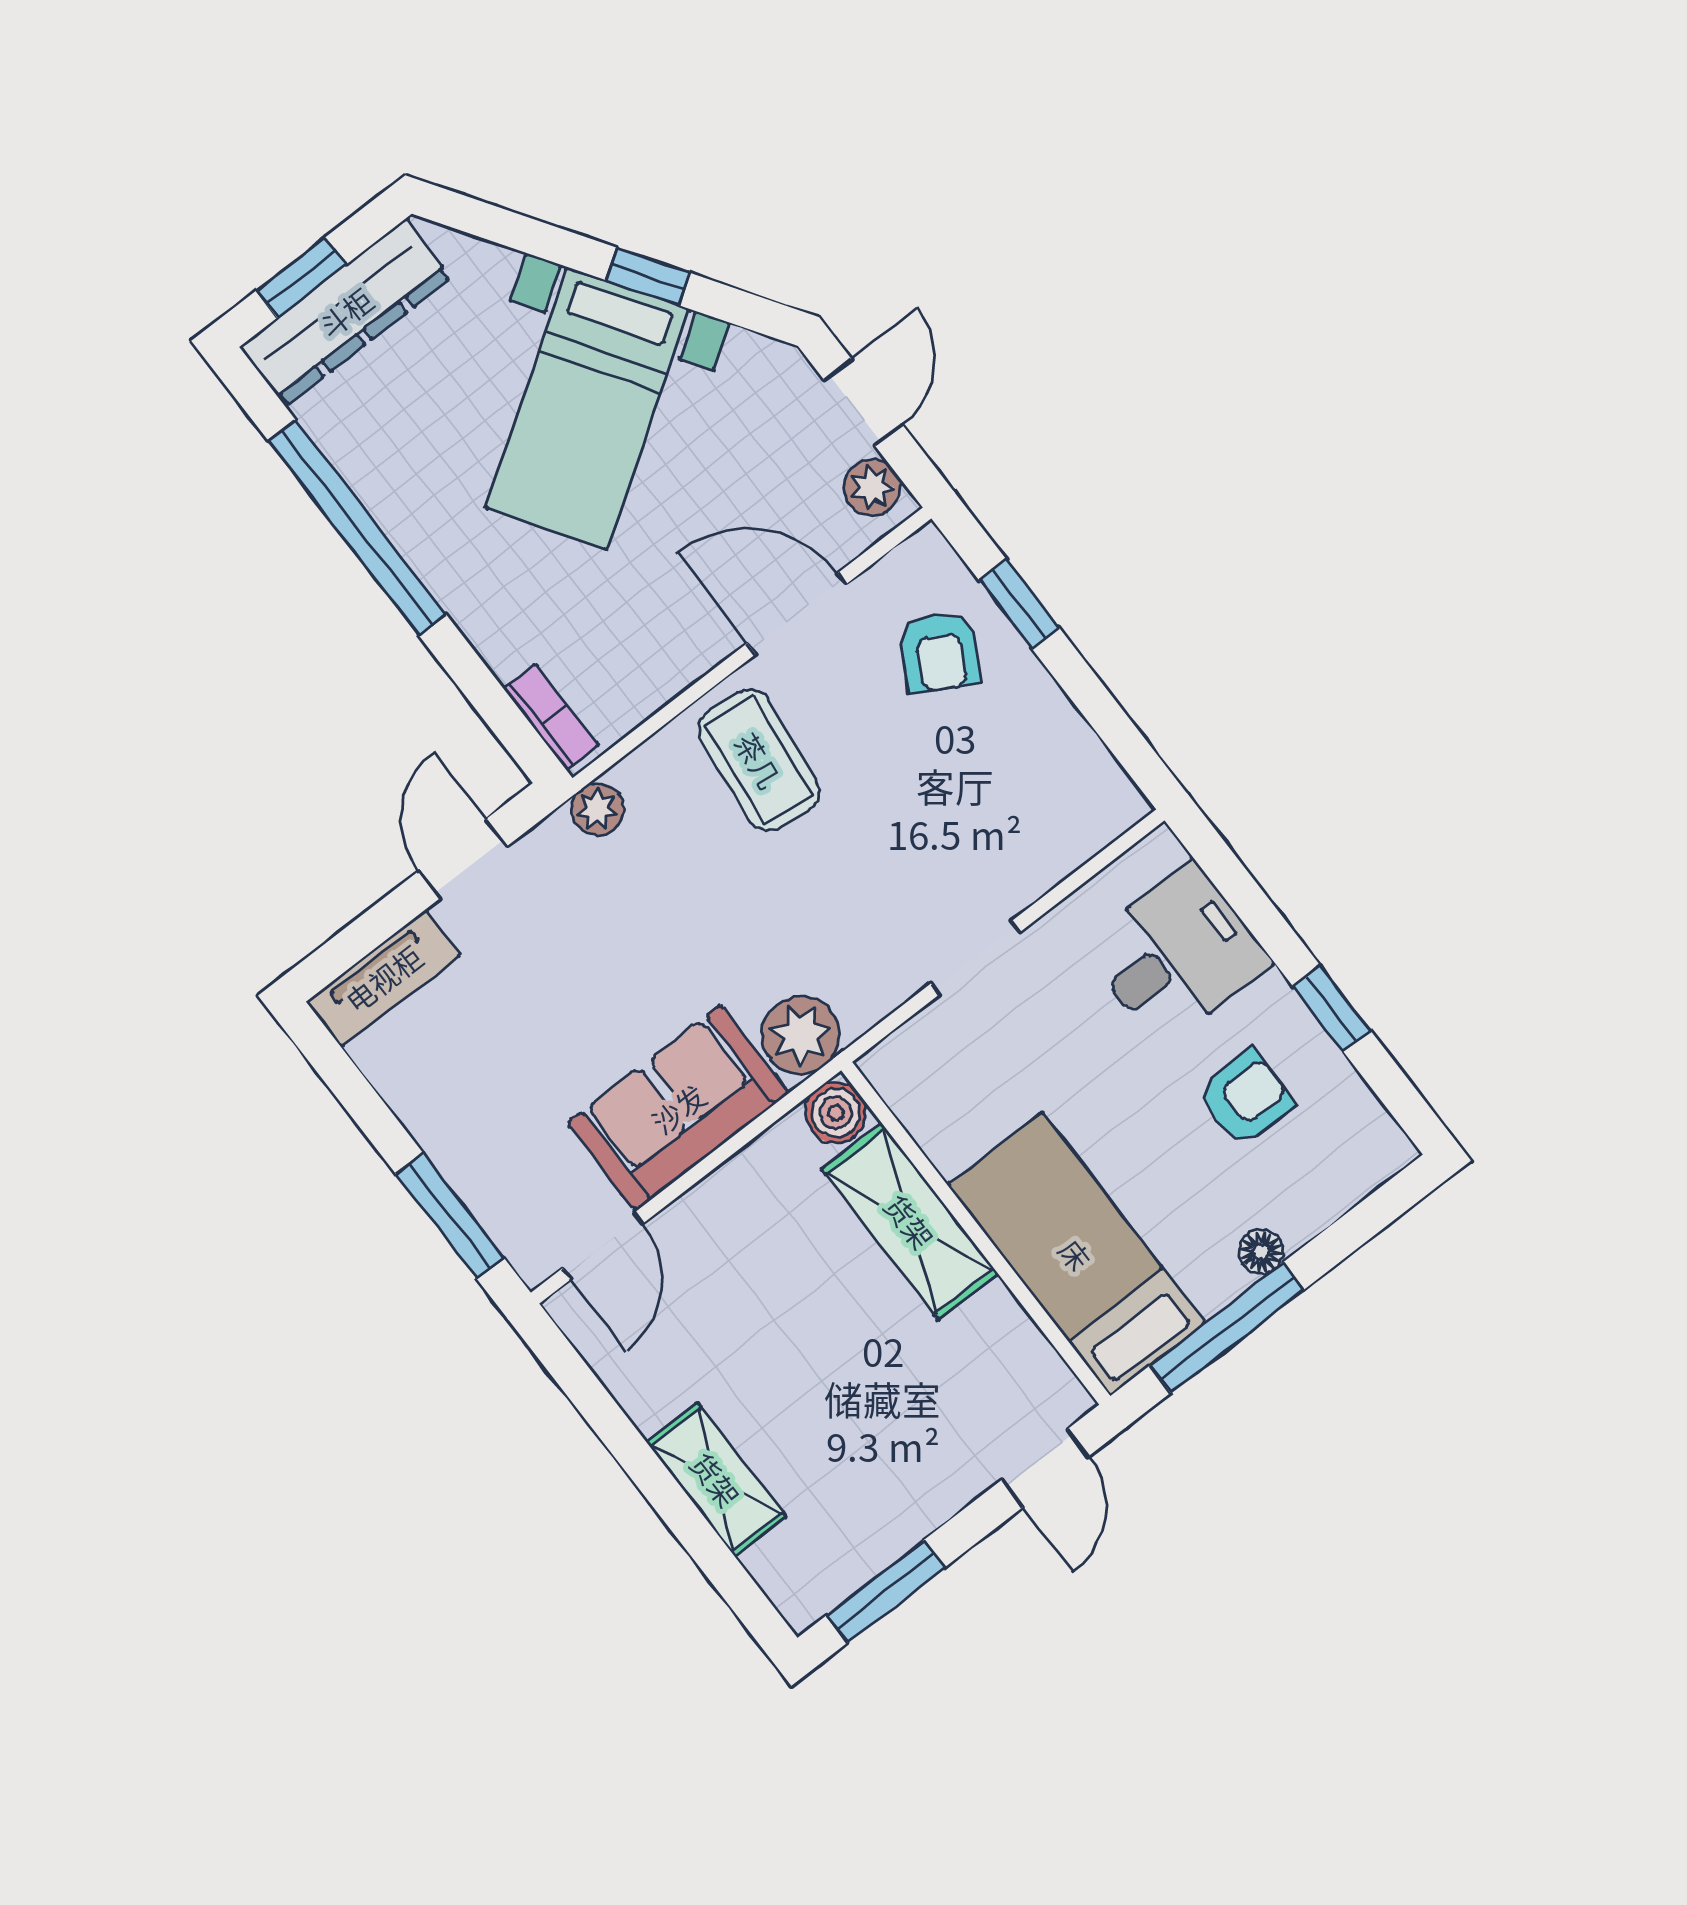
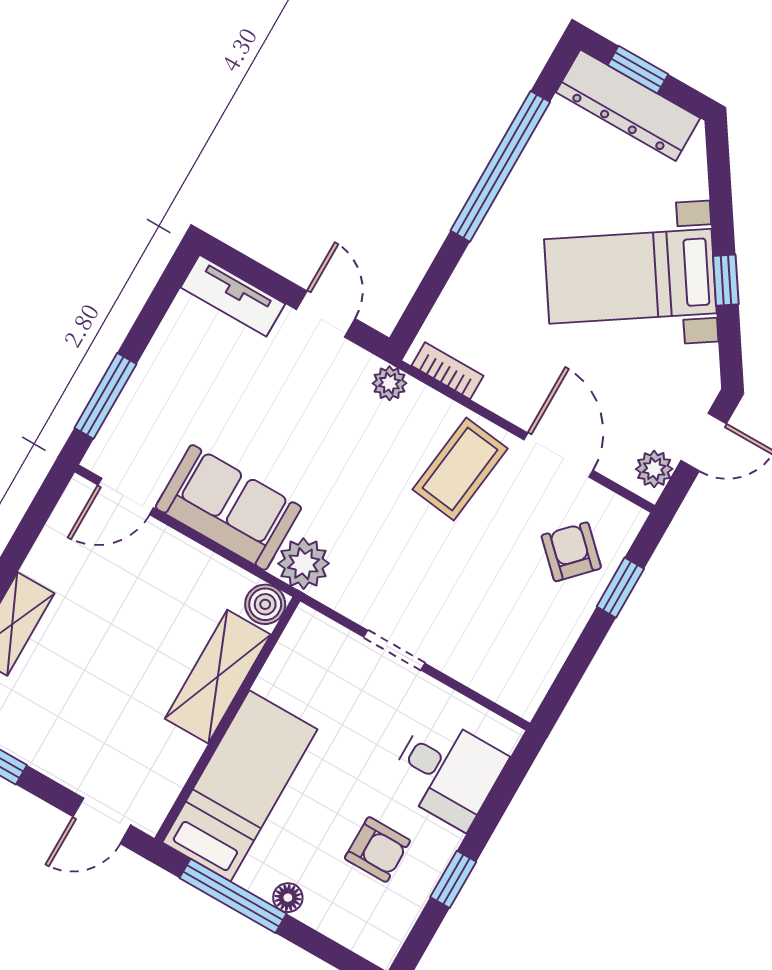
armchair: (940, 652) -> (571, 552), turned 105
bookcase: (551, 717) -> (447, 371), moved, turned -90
door: (463, 859) -> (326, 314), hinge flipped

